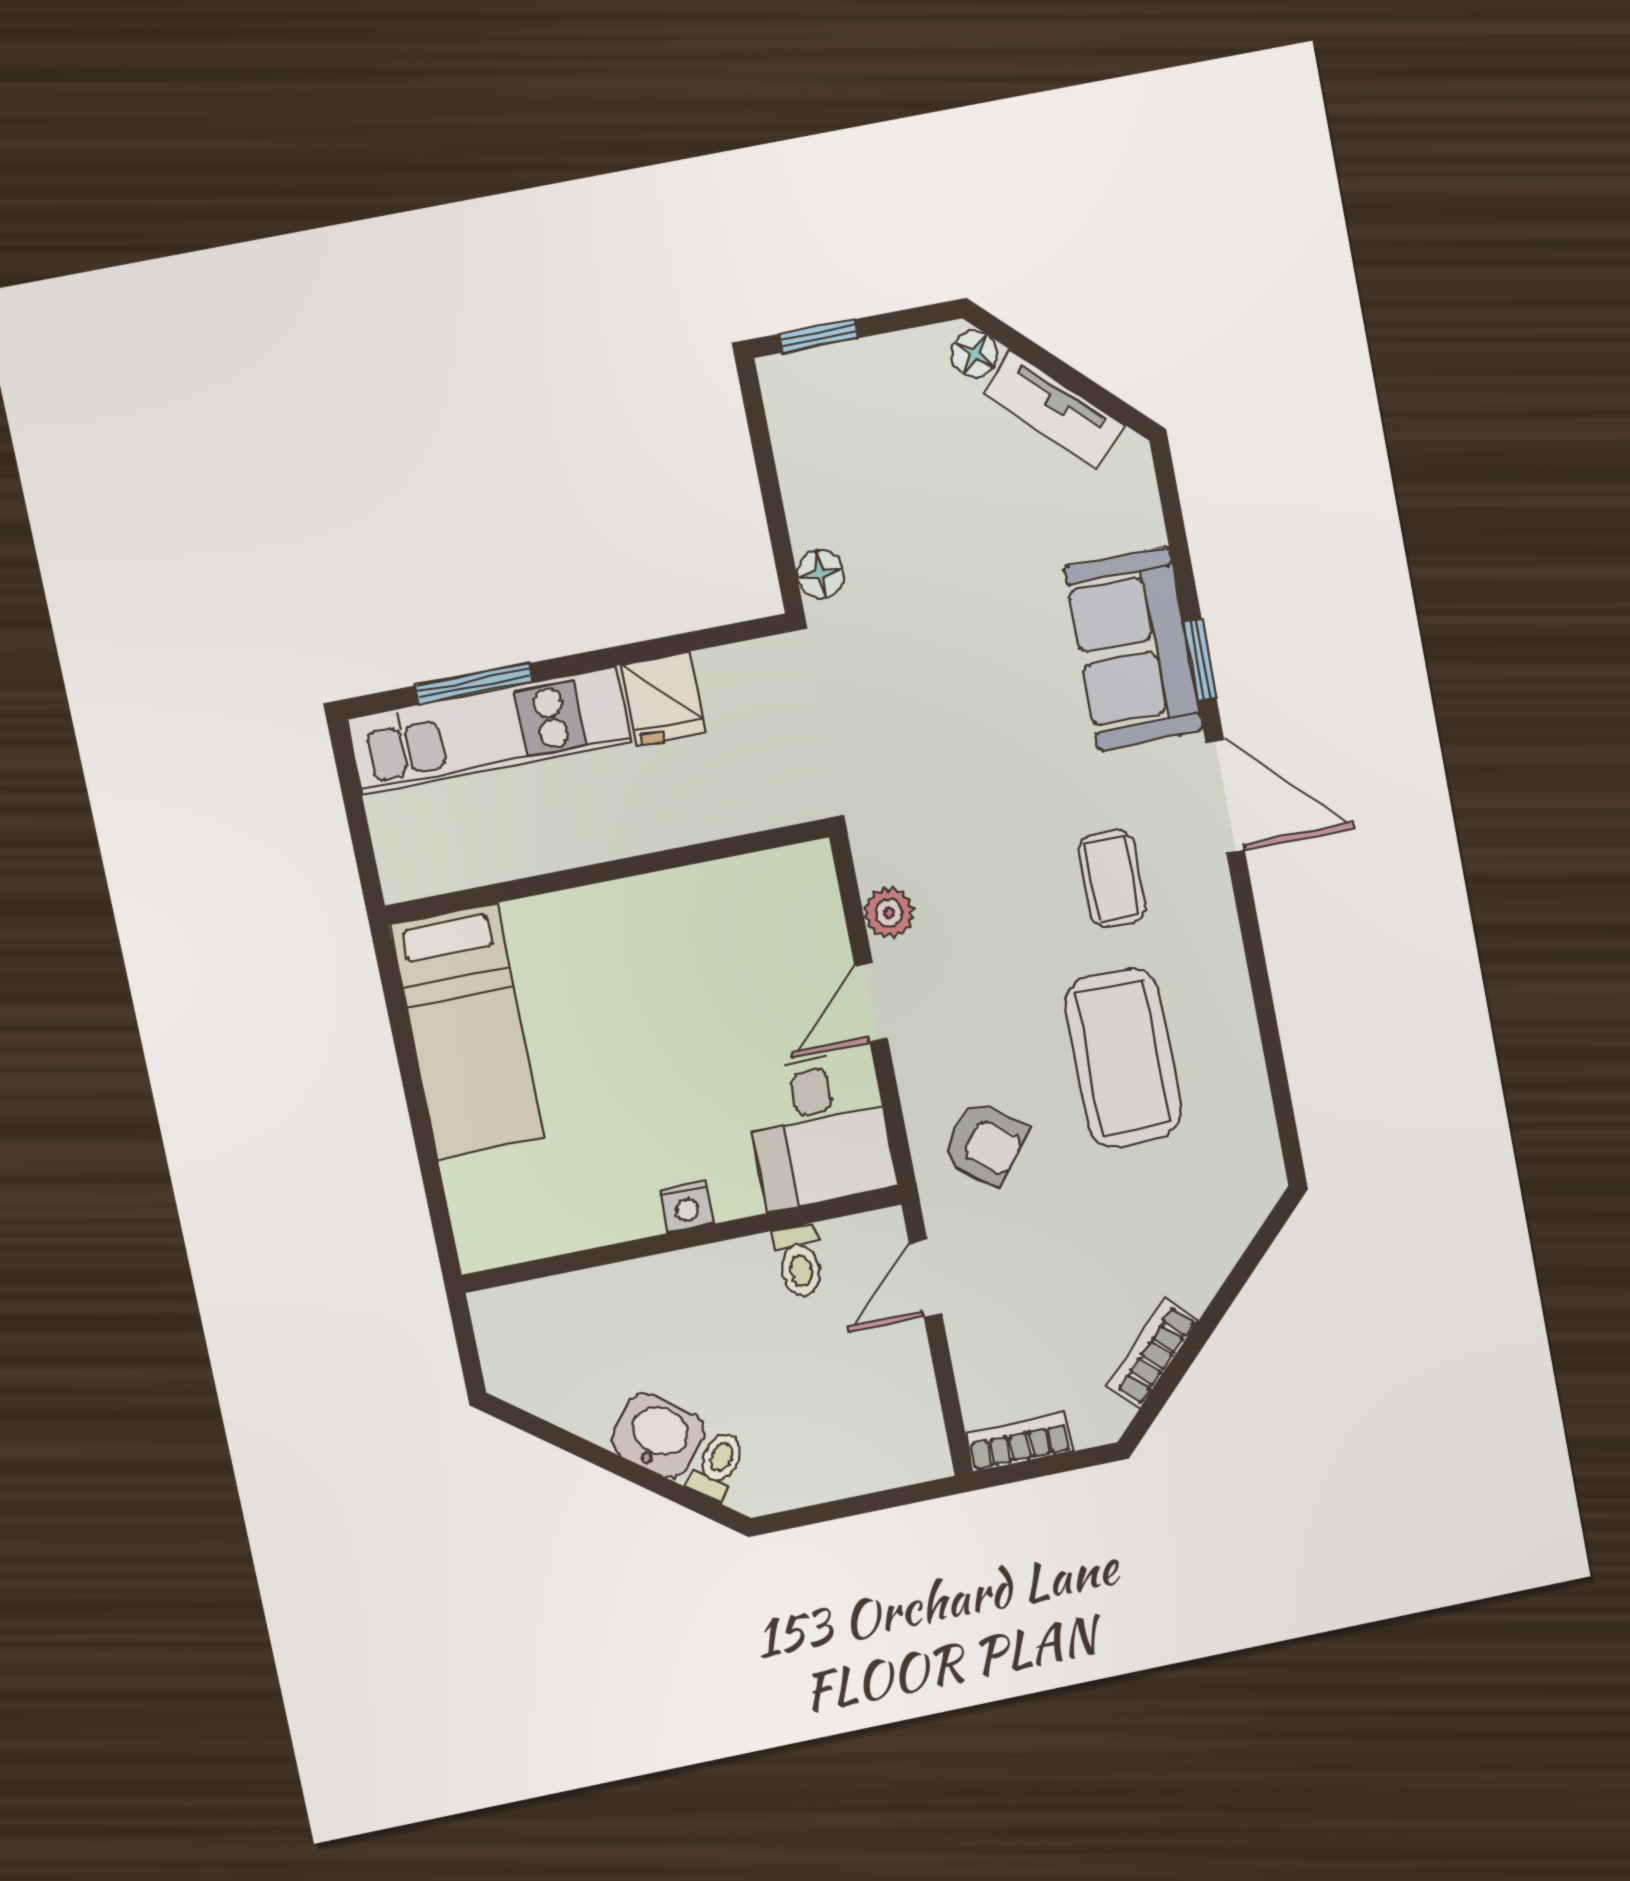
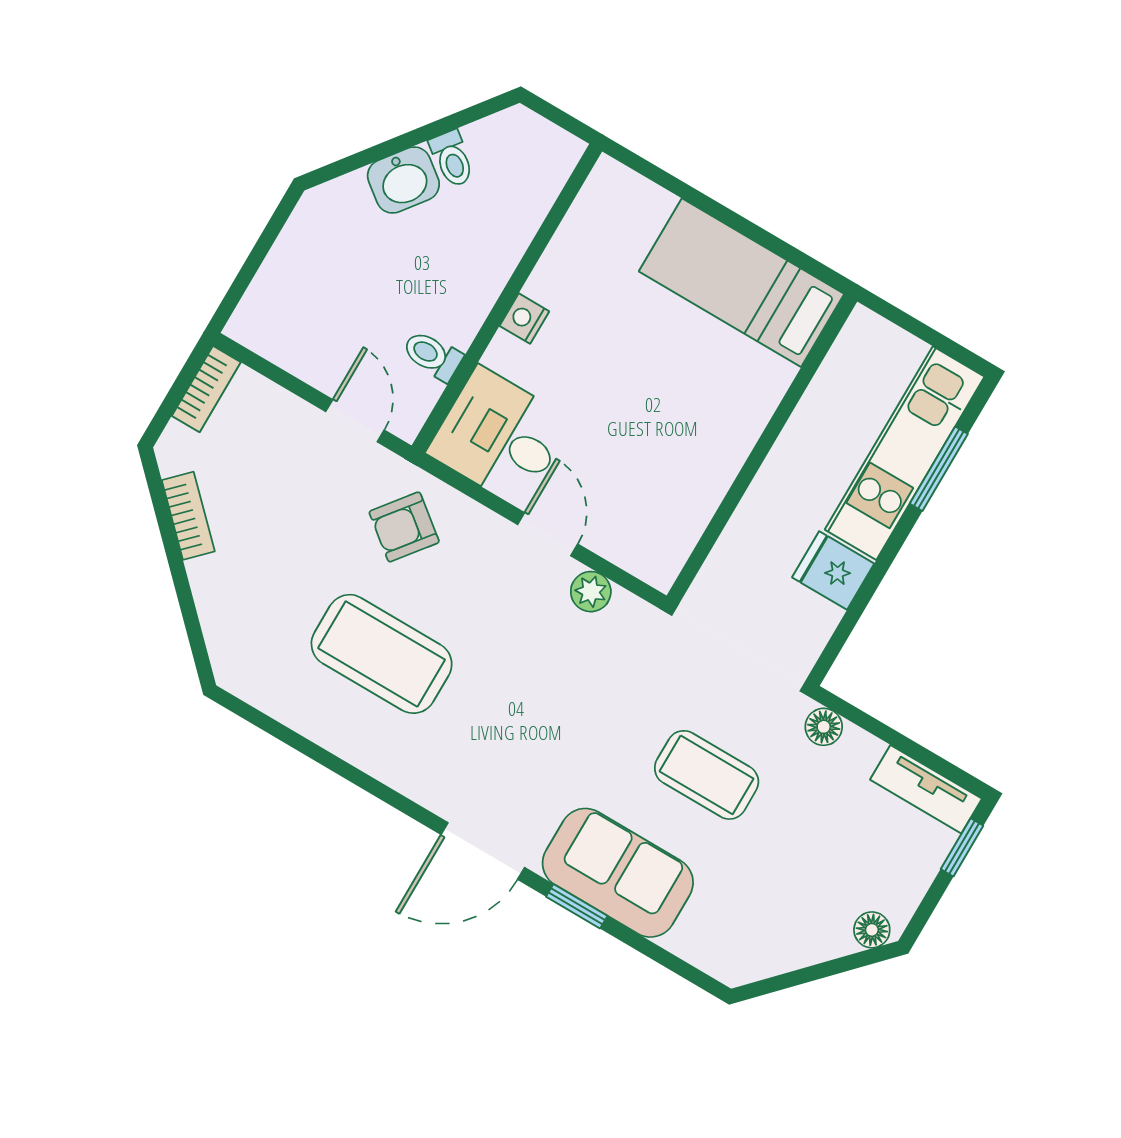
tv unit: (1053, 409) -> (926, 789), moved, turned -134
coffee table: (1112, 878) -> (707, 775), moved, width x1.36, depth x1.30
toilet: (717, 1465) -> (452, 159), moved

